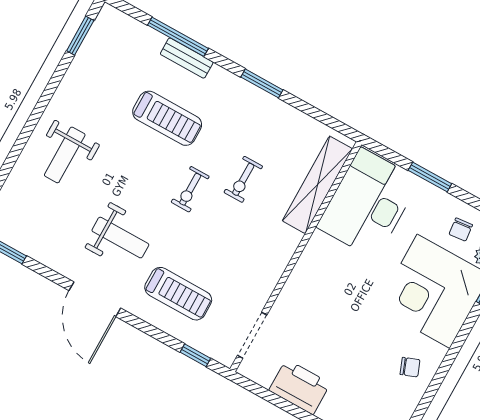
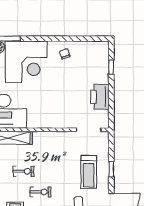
treadmill: (178, 294) -> (89, 172), turned 180
window: (195, 355) -> (111, 169), moved

